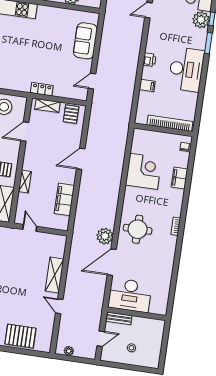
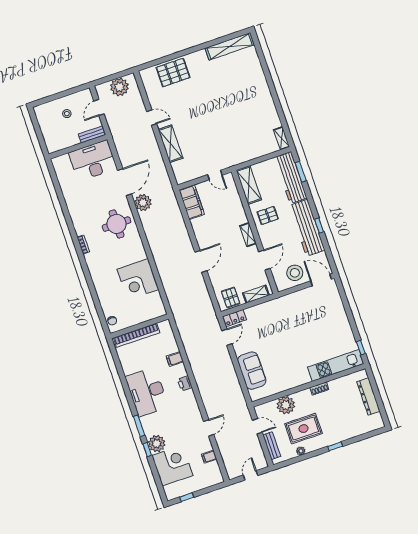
locker: (42, 89) -> (234, 318), moved
filing cabinet: (179, 178) -> (102, 290), removed
shelving: (25, 181) -> (248, 235), moved
filing cabinet: (64, 199) -> (192, 202), moved
plant: (69, 351) -> (119, 87), width x1.87, depth x1.87

